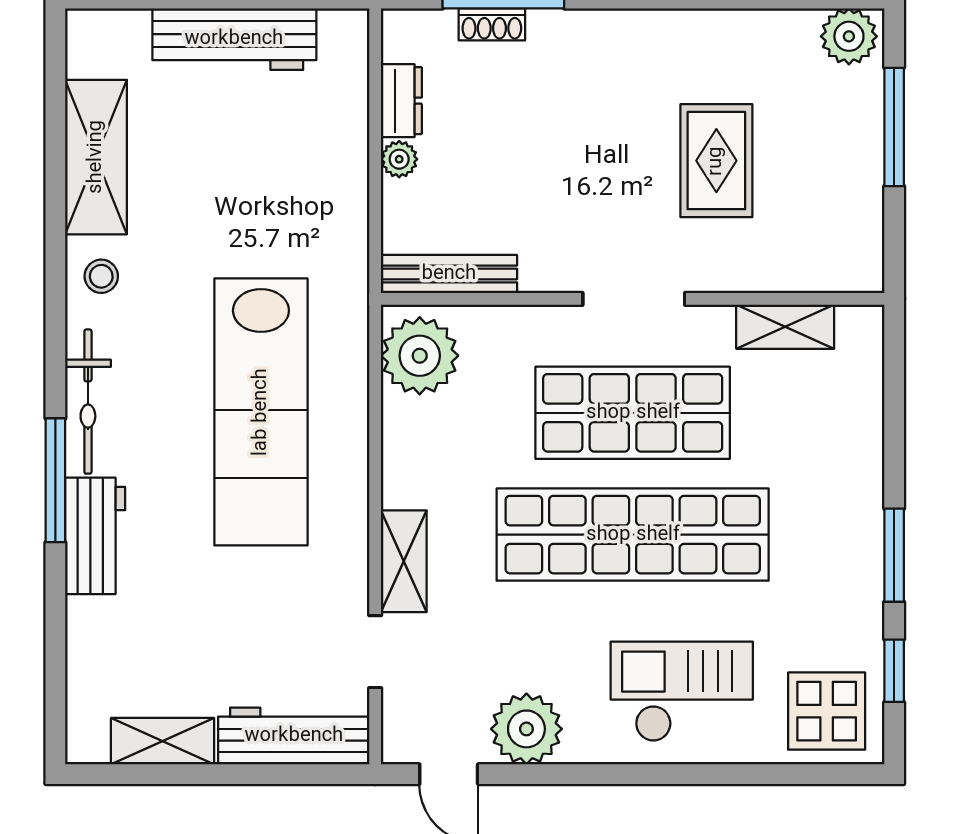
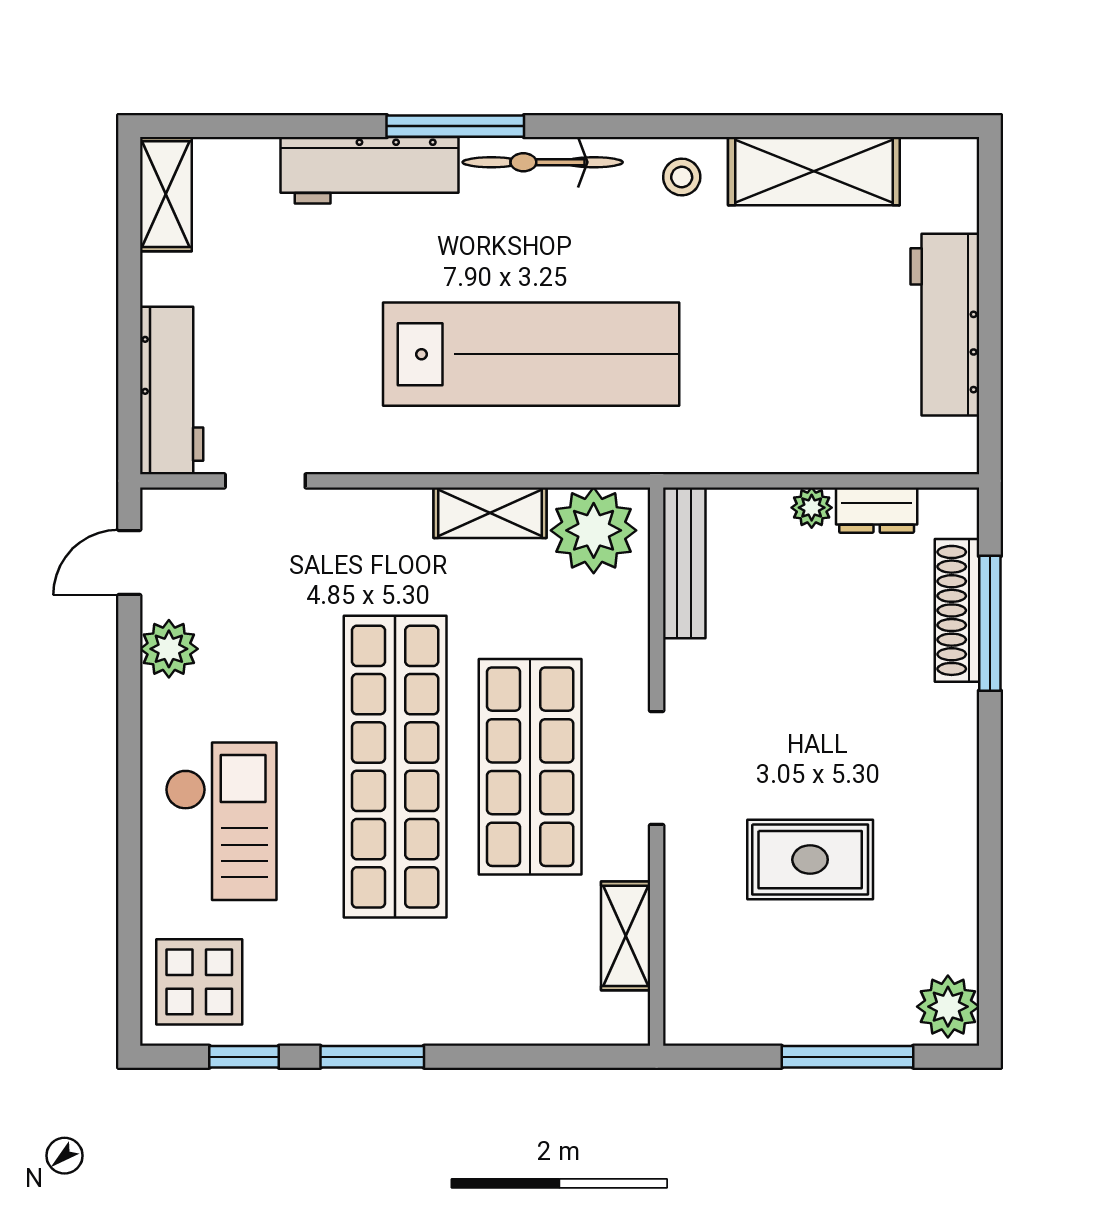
shoe rack: (492, 24) -> (957, 610), width x1.94, depth x1.24
lab bench: (261, 412) -> (531, 354), turned 180
workbench: (95, 536) -> (369, 170), width x1.38
shelving: (404, 561) -> (490, 513), moved
plant: (526, 729) -> (169, 649), width x0.73, depth x0.73
shelving: (163, 741) -> (166, 194), moved

